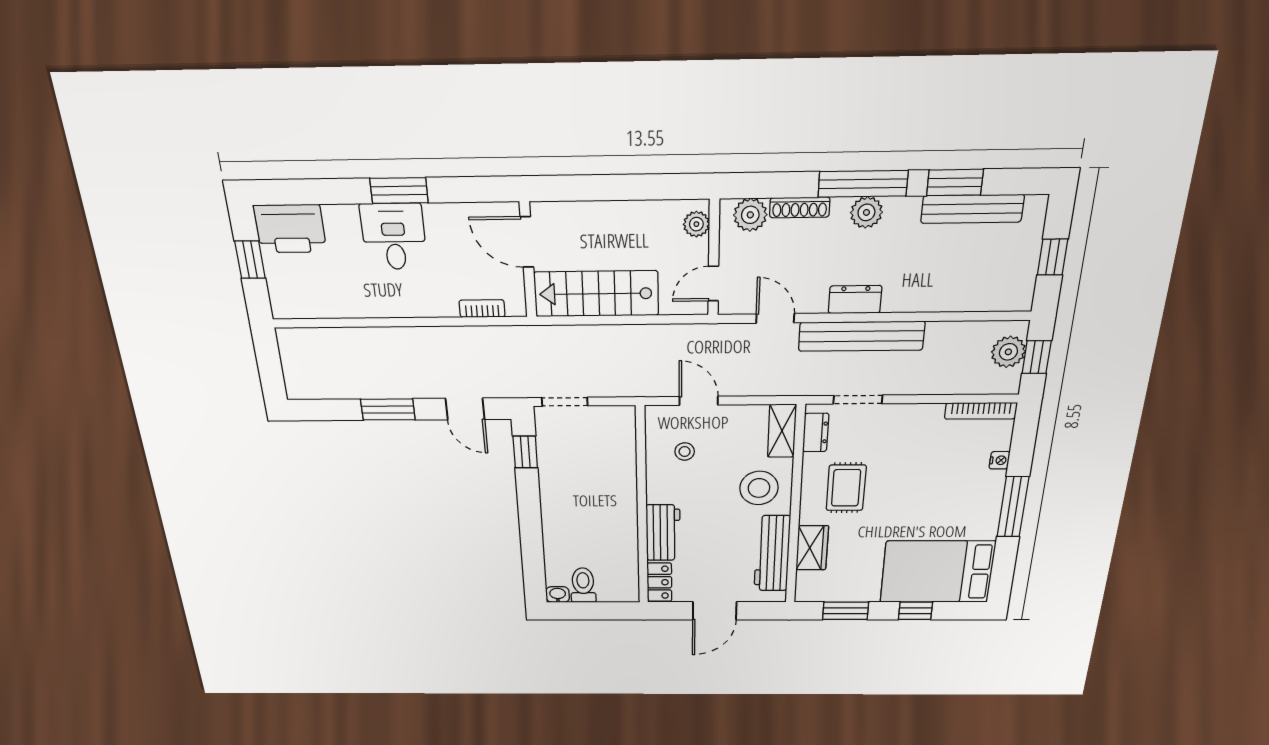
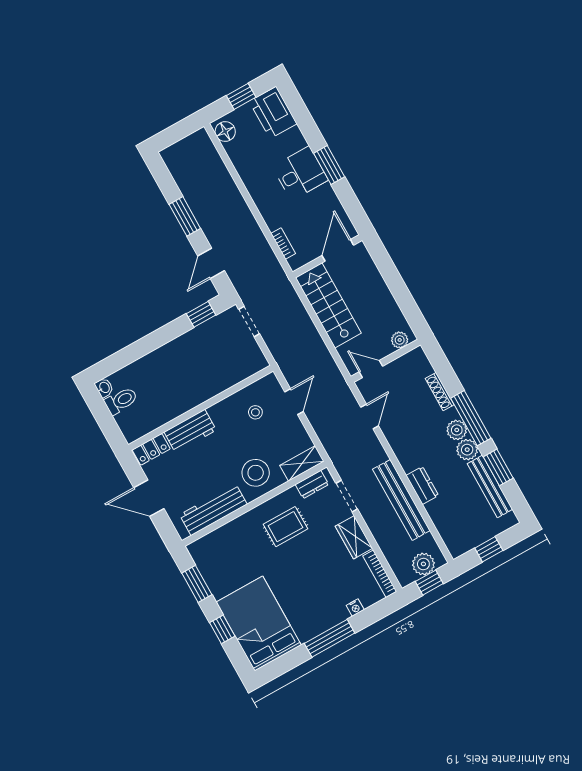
plant: (750, 215) -> (467, 450), moved
dresser: (855, 300) -> (422, 485), moved
floor lamp: (292, 305) -> (225, 131), added
bench: (861, 336) -> (401, 500), moved
wardrobe: (812, 548) -> (354, 537), moved, turned 90

